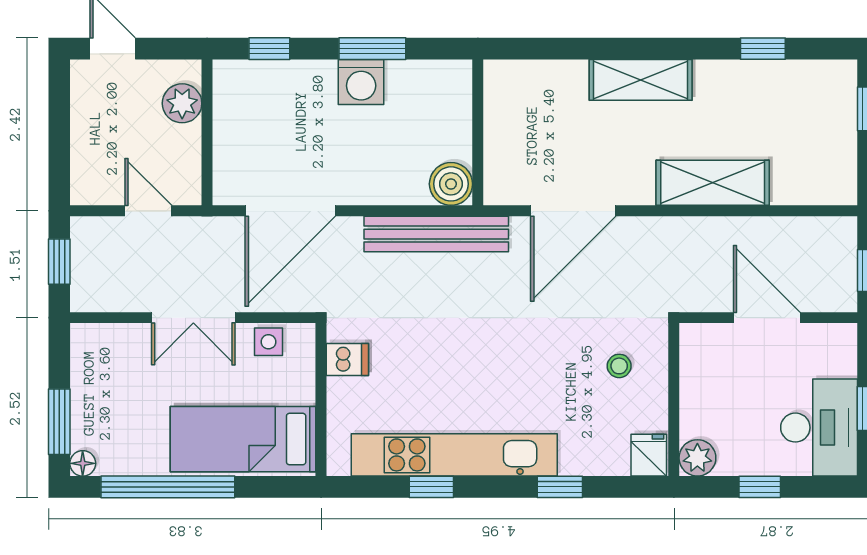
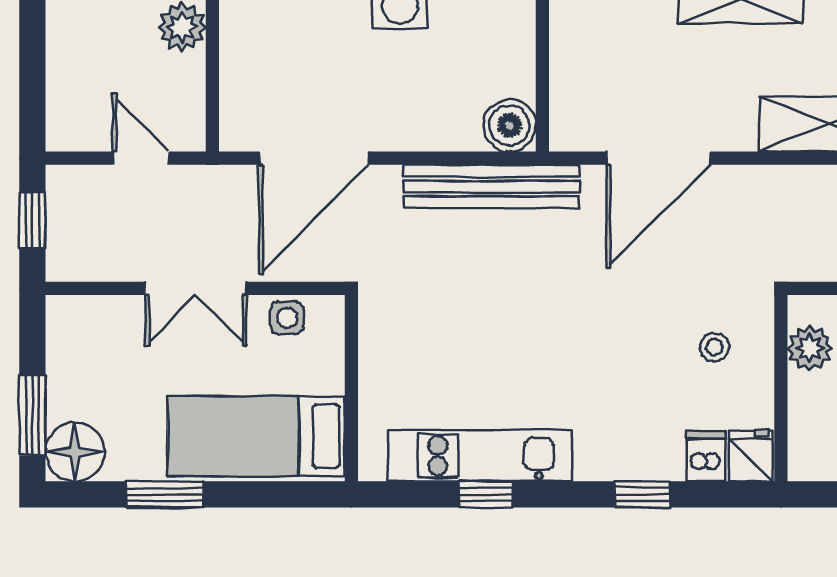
dishwasher: (347, 360) -> (706, 456), moved, turned -90
kitchen unit: (454, 455) -> (480, 456), width x0.73
plant: (697, 458) -> (810, 348), moved
floor lamp: (83, 463) -> (75, 452), width x1.89, depth x1.89
window: (168, 487) -> (165, 494), width x0.47

